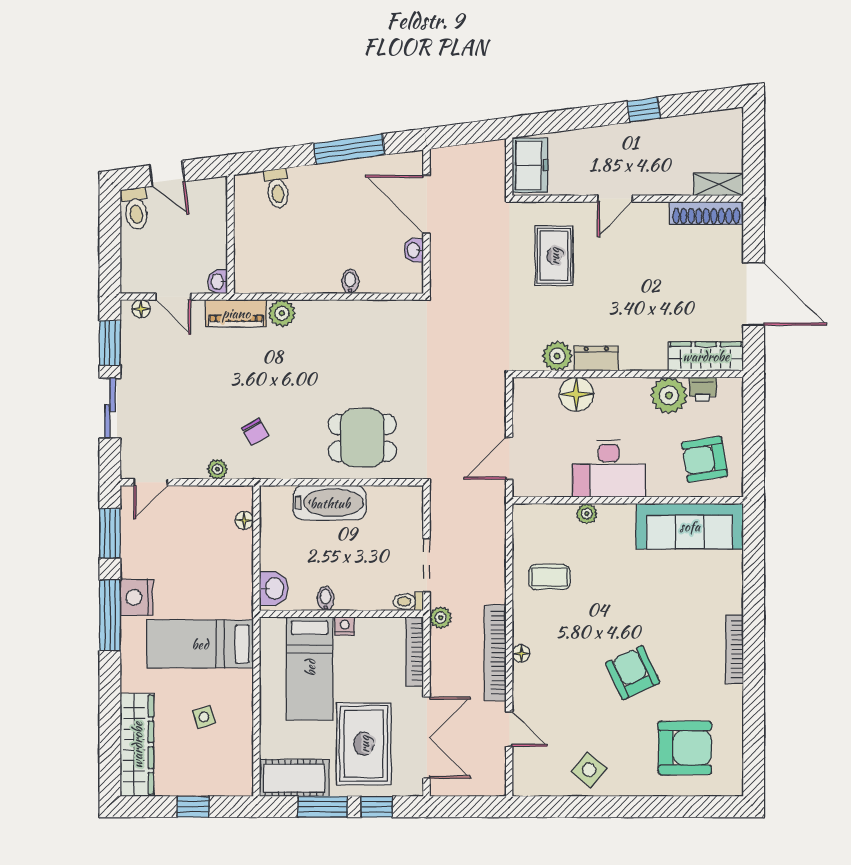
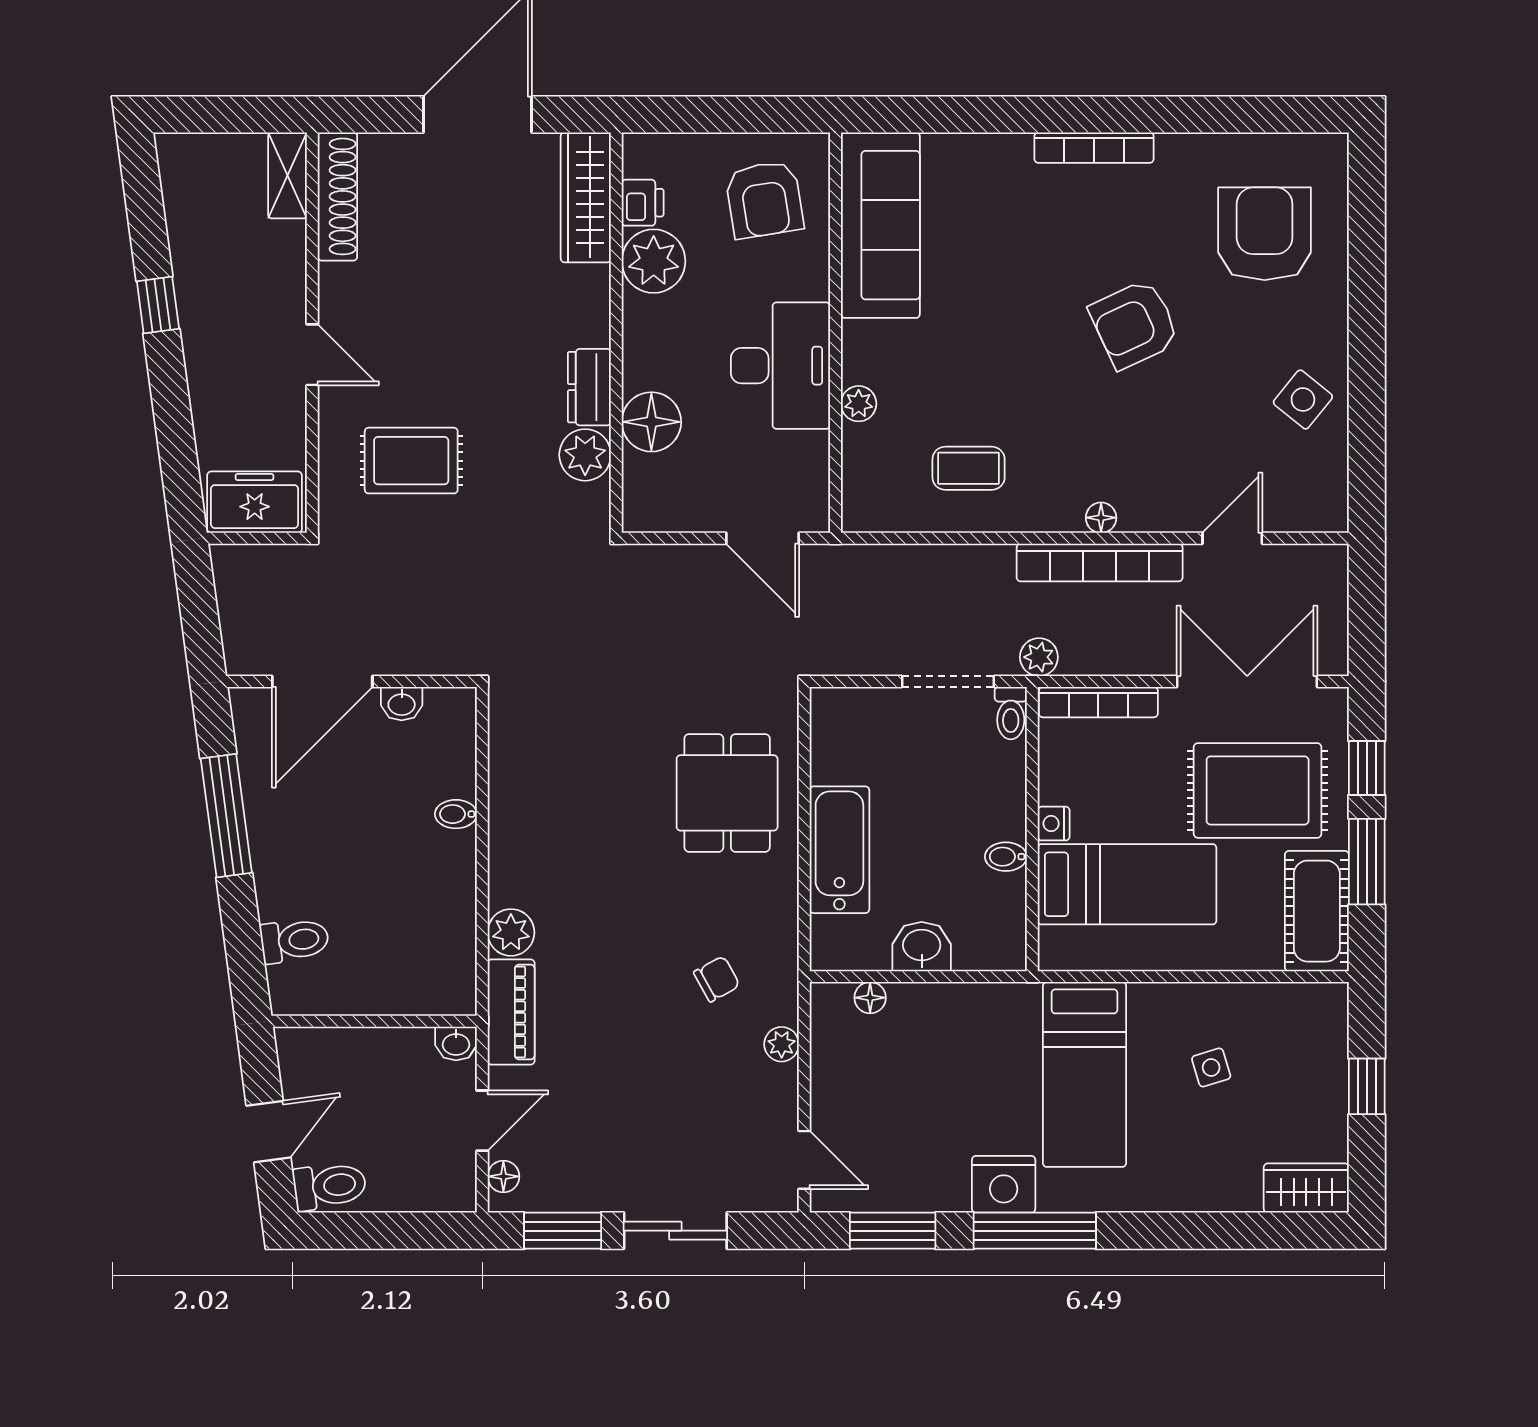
coffee table: (550, 577) -> (969, 468), turned 90
washbasin: (274, 588) -> (922, 947), moved
wardrobe: (137, 745) -> (1306, 1188), width x0.48, depth x0.85

